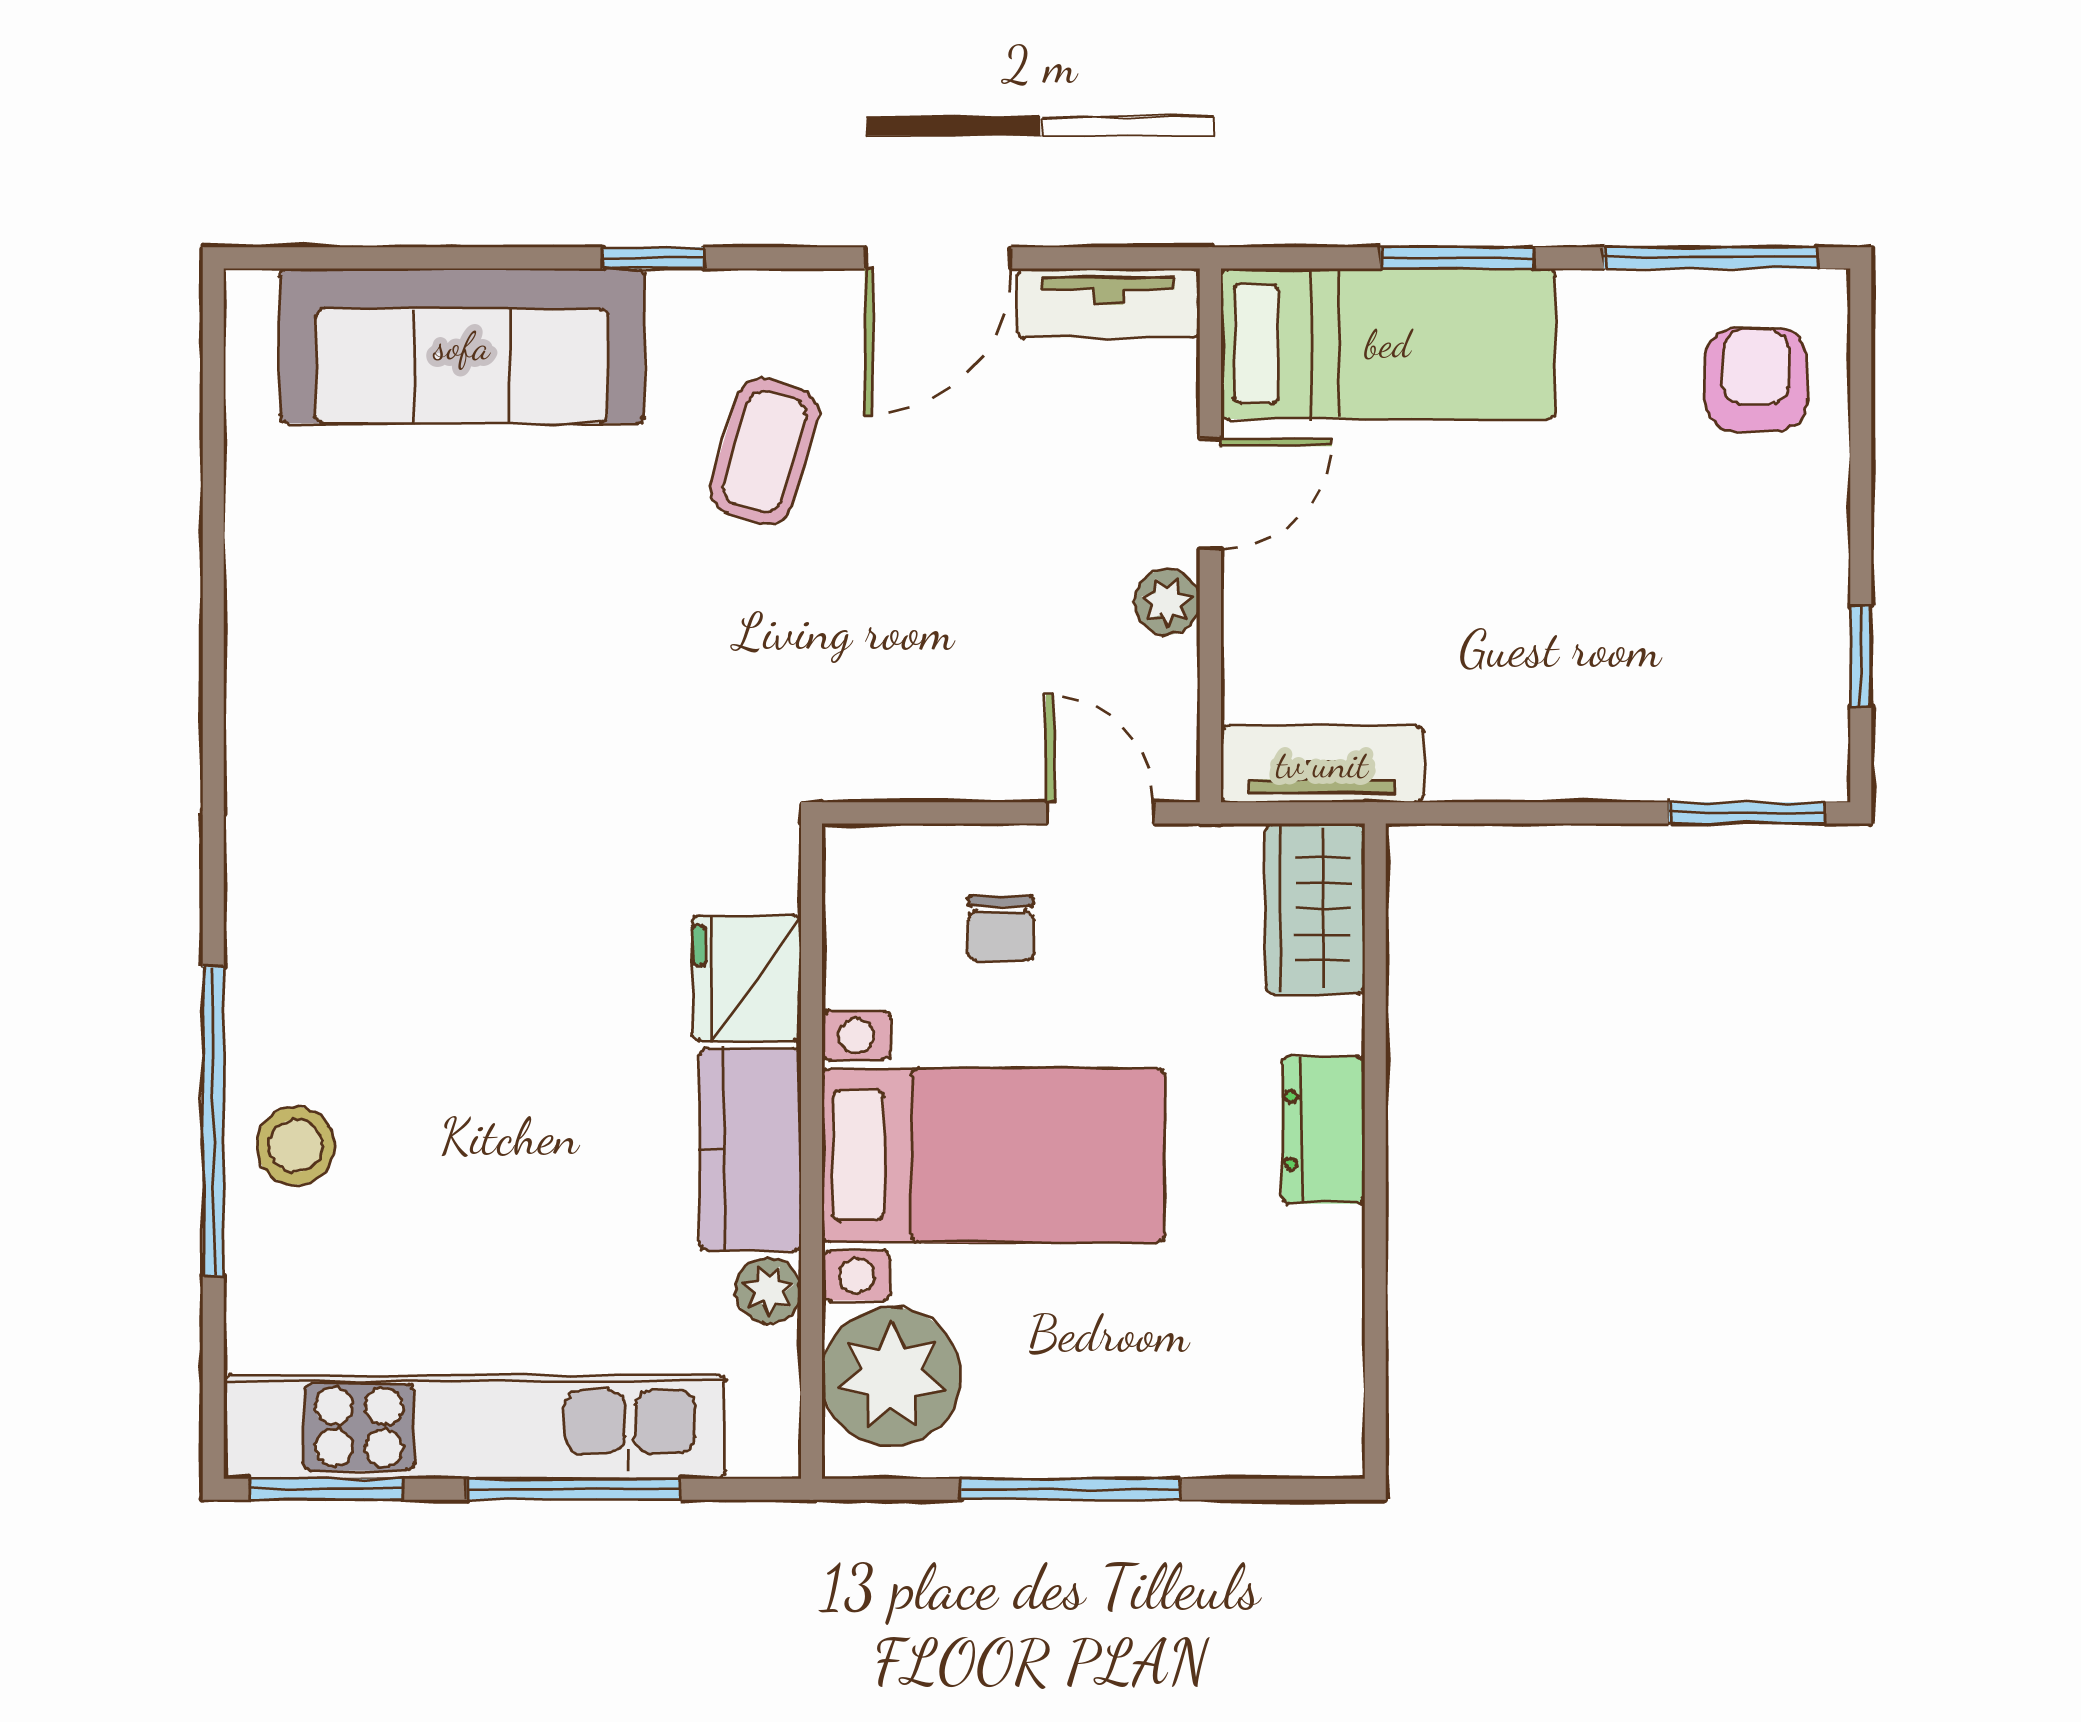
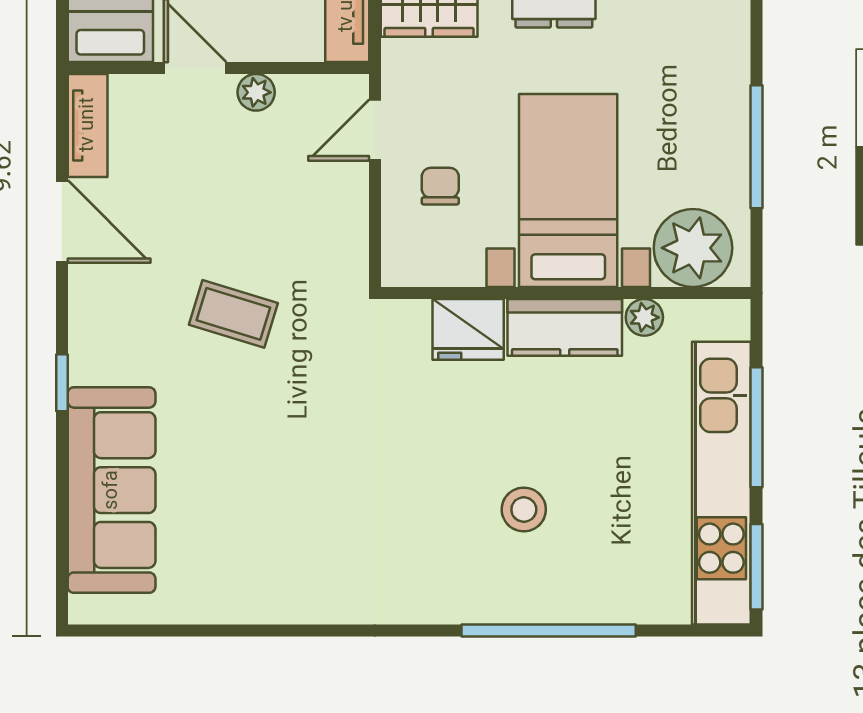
coffee table: (764, 451) -> (233, 314), moved
chair: (1001, 929) -> (440, 186), turned -90
stool: (296, 1146) -> (524, 510), moved

